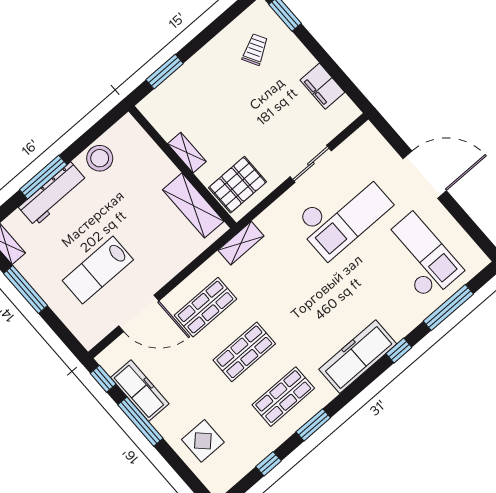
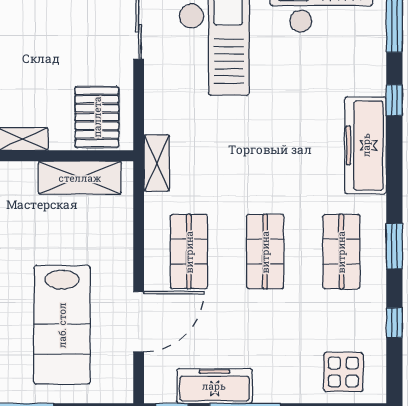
lab bench: (98, 270) -> (62, 325), width x1.36, depth x1.39
display table: (203, 441) -> (343, 372), moved

